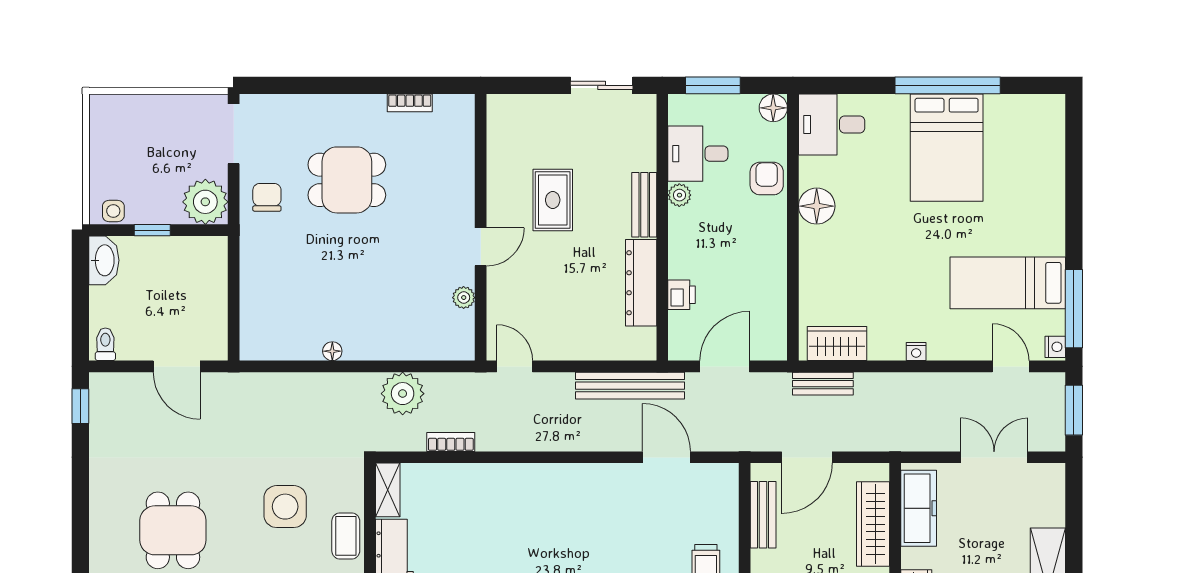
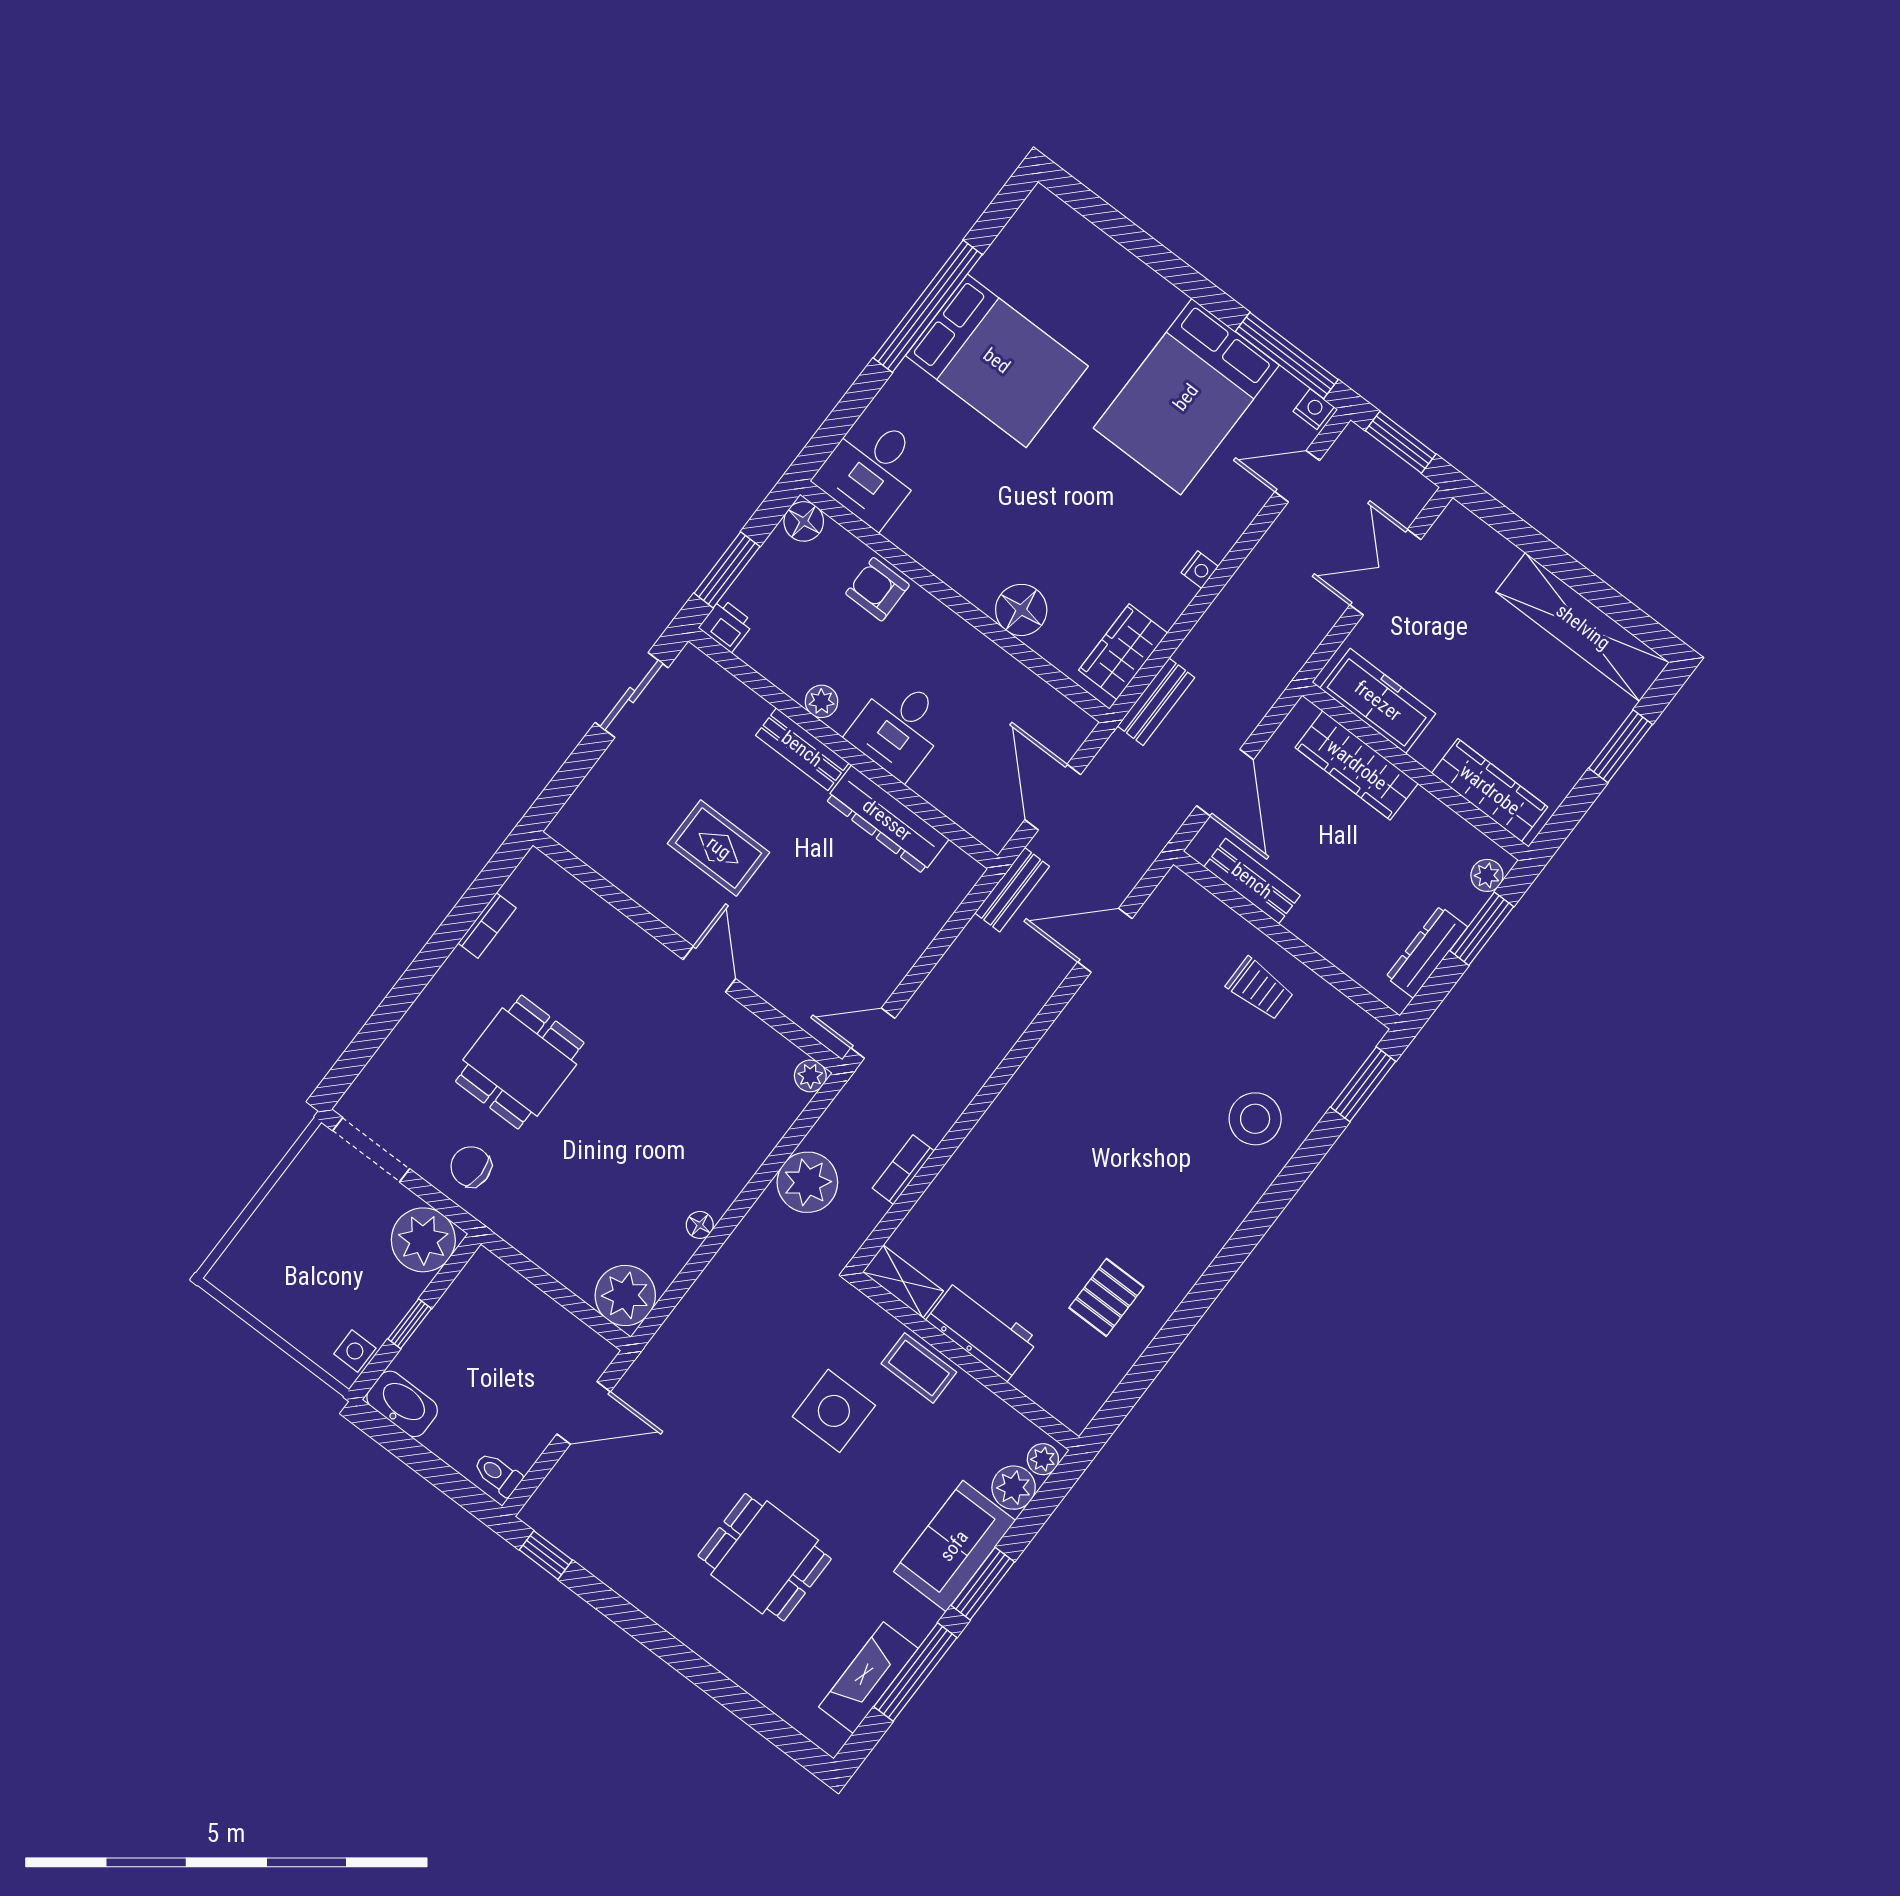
desk: (698, 154) -> (899, 728), moved
floor lamp: (817, 206) -> (1021, 610), moved
bed: (1008, 283) -> (1186, 397), width x1.50
printer: (682, 295) -> (726, 625), moved
plant: (464, 298) -> (810, 1076), moved
plant: (261, 339) -> (625, 1295), added
bench: (630, 386) -> (1012, 890), width x0.54, depth x0.82

